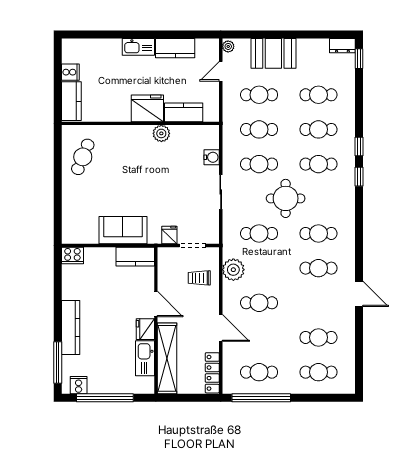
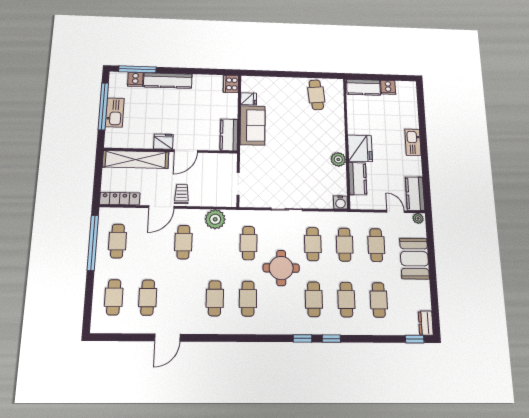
kitchen counter: (175, 48) -> (415, 194), moved
cafe table: (83, 157) -> (316, 95), turned 62
water cooler: (212, 157) -> (340, 202), moved
fridge: (169, 235) -> (249, 99), moved
trolley: (199, 278) -> (182, 194), moved
door: (359, 294) -> (167, 338), moved
kitchen sink: (145, 358) -> (115, 113), moved, turned 90
cooker: (79, 385) -> (135, 79), moved, turned 90

